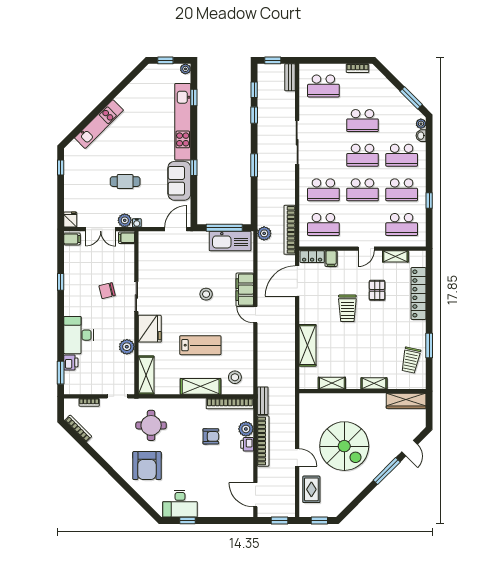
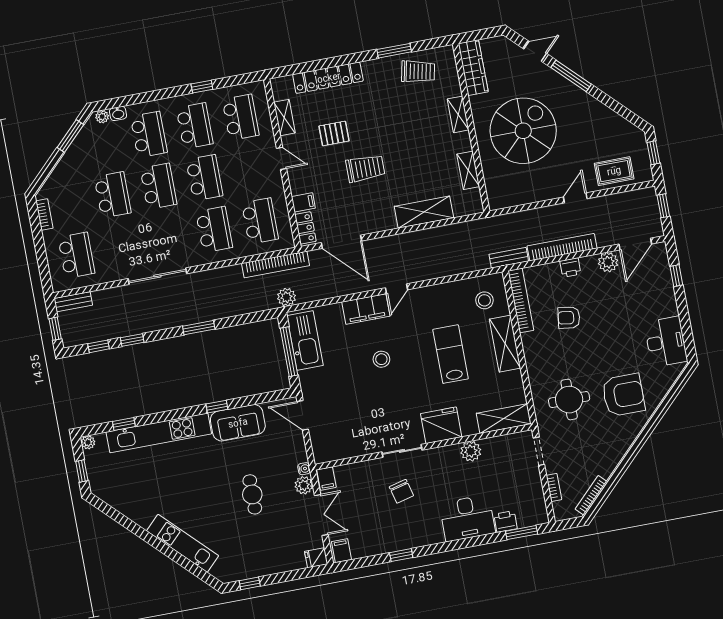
plant: (246, 429) -> (608, 262), moved
armchair: (211, 436) -> (569, 318), turned -82
spiral stairs: (344, 446) -> (523, 131), moved
window: (187, 521) -> (676, 276), moved

